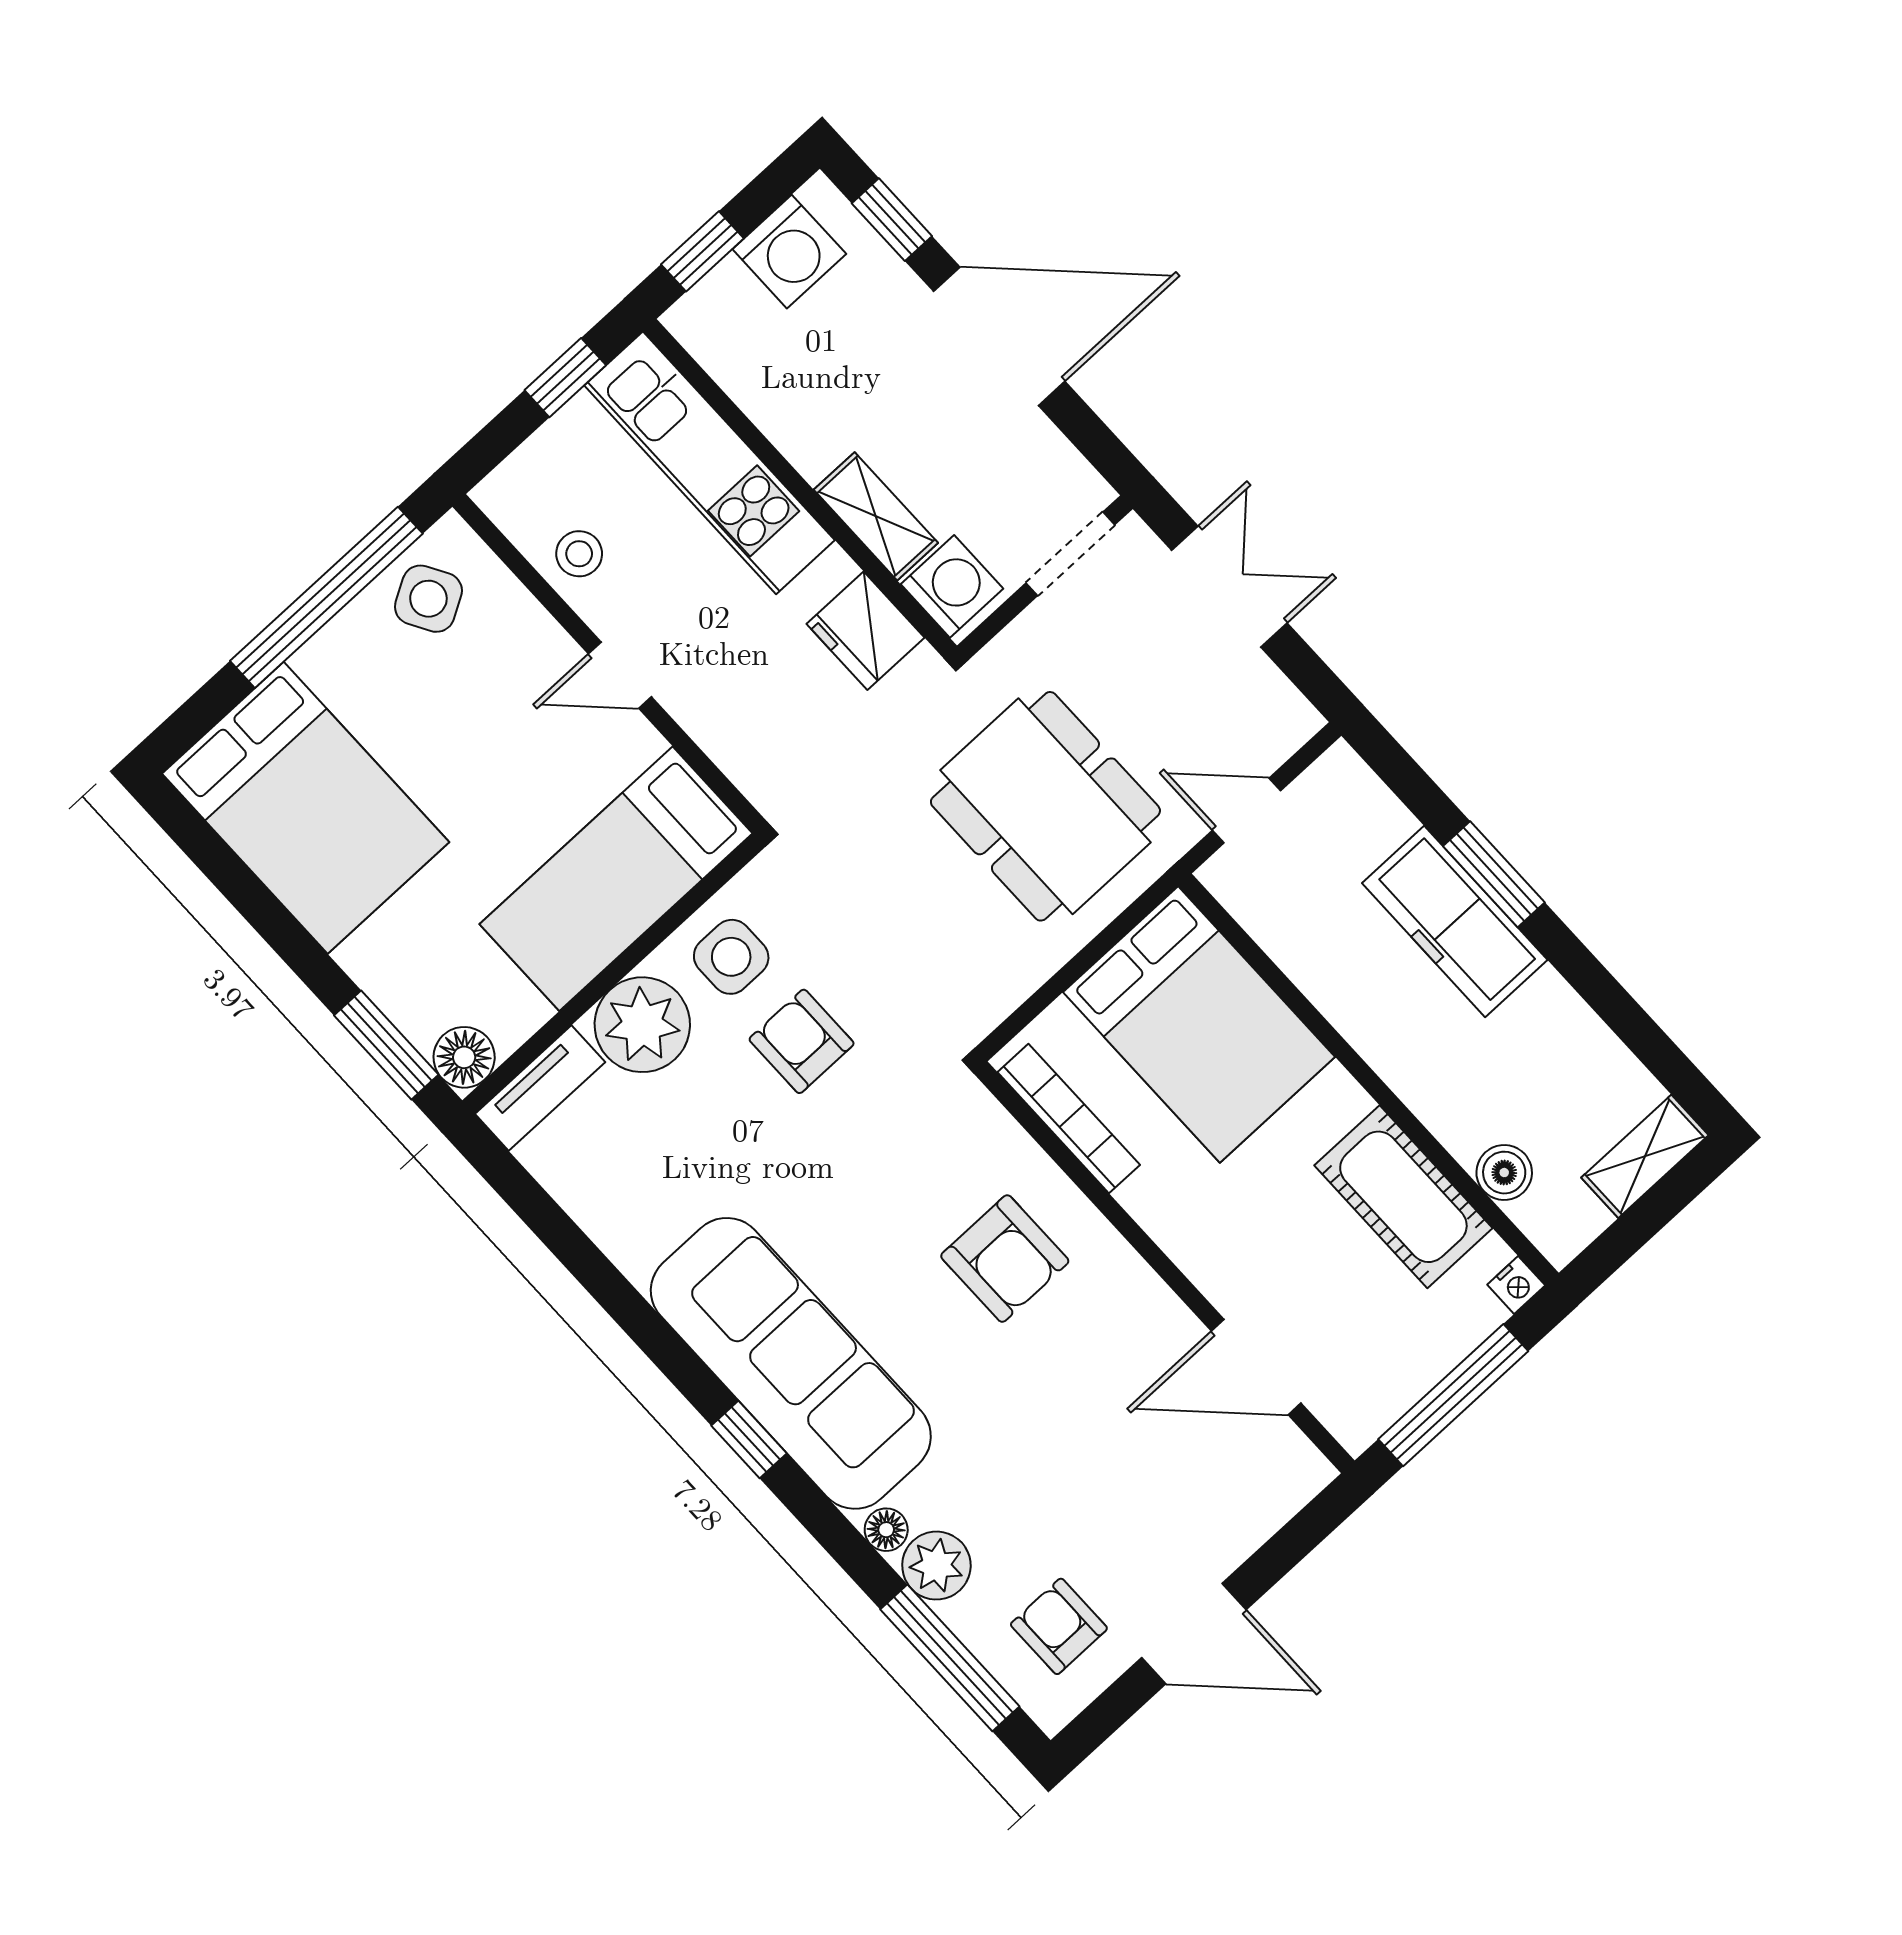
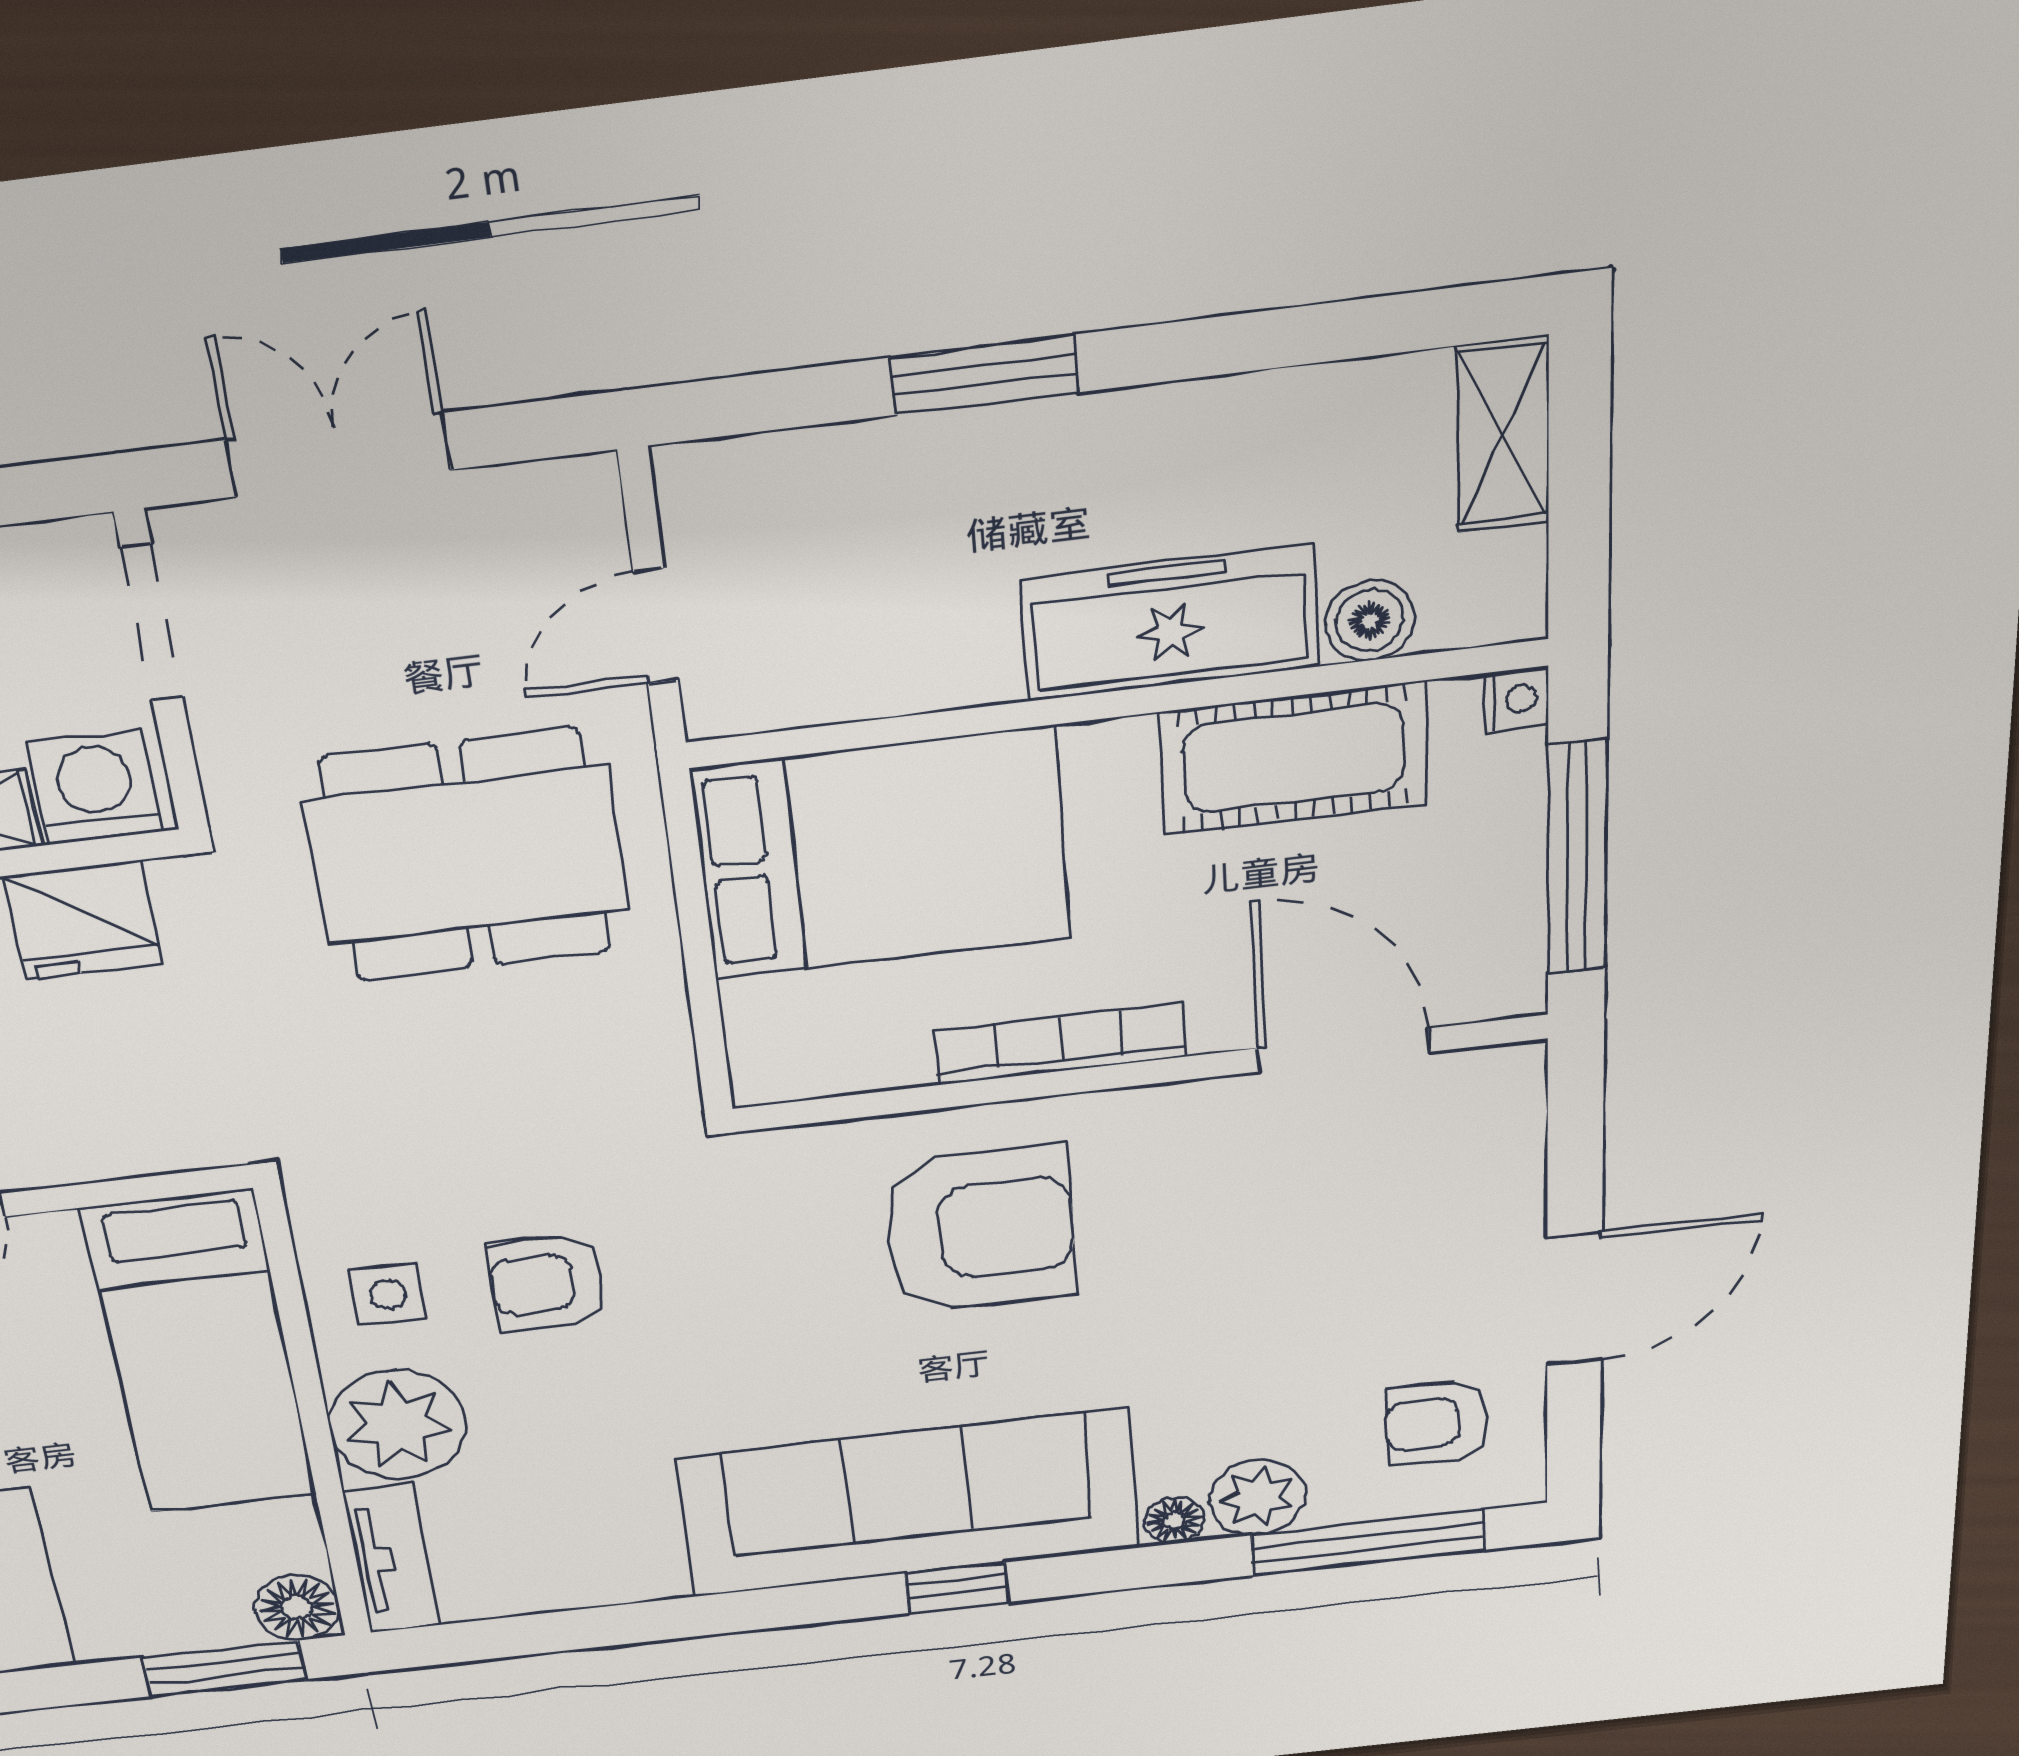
freezer: (1455, 921) -> (1170, 623), moved, turned 180
side table: (731, 957) -> (388, 1294), width x0.73, depth x0.73
bookcase: (1069, 1118) -> (1059, 1044), moved
armchair: (1005, 1259) -> (980, 1230), width x1.36, depth x1.36
door: (1256, 1367) -> (1343, 1050), swing flipped

